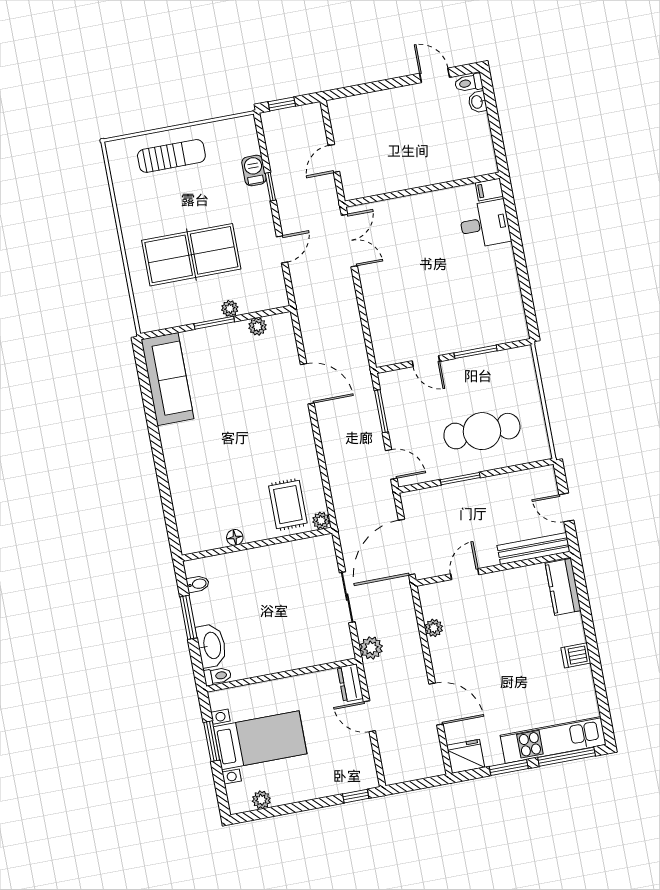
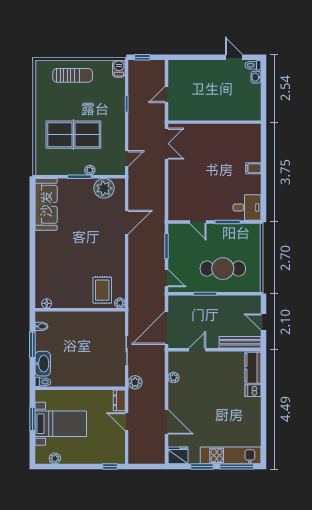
barbecue: (254, 171) -> (119, 69), moved
filing cabinet: (489, 190) -> (253, 168), moved
desk: (485, 224) -> (247, 208), moved
door: (282, 249) -> (127, 159), moved
plant: (258, 327) -> (104, 188), width x1.88, depth x1.88
door: (307, 384) -> (127, 222), hinge flipped
floor lamp: (235, 537) -> (47, 303), moved
dishwasher: (576, 655) -> (253, 391), moved

